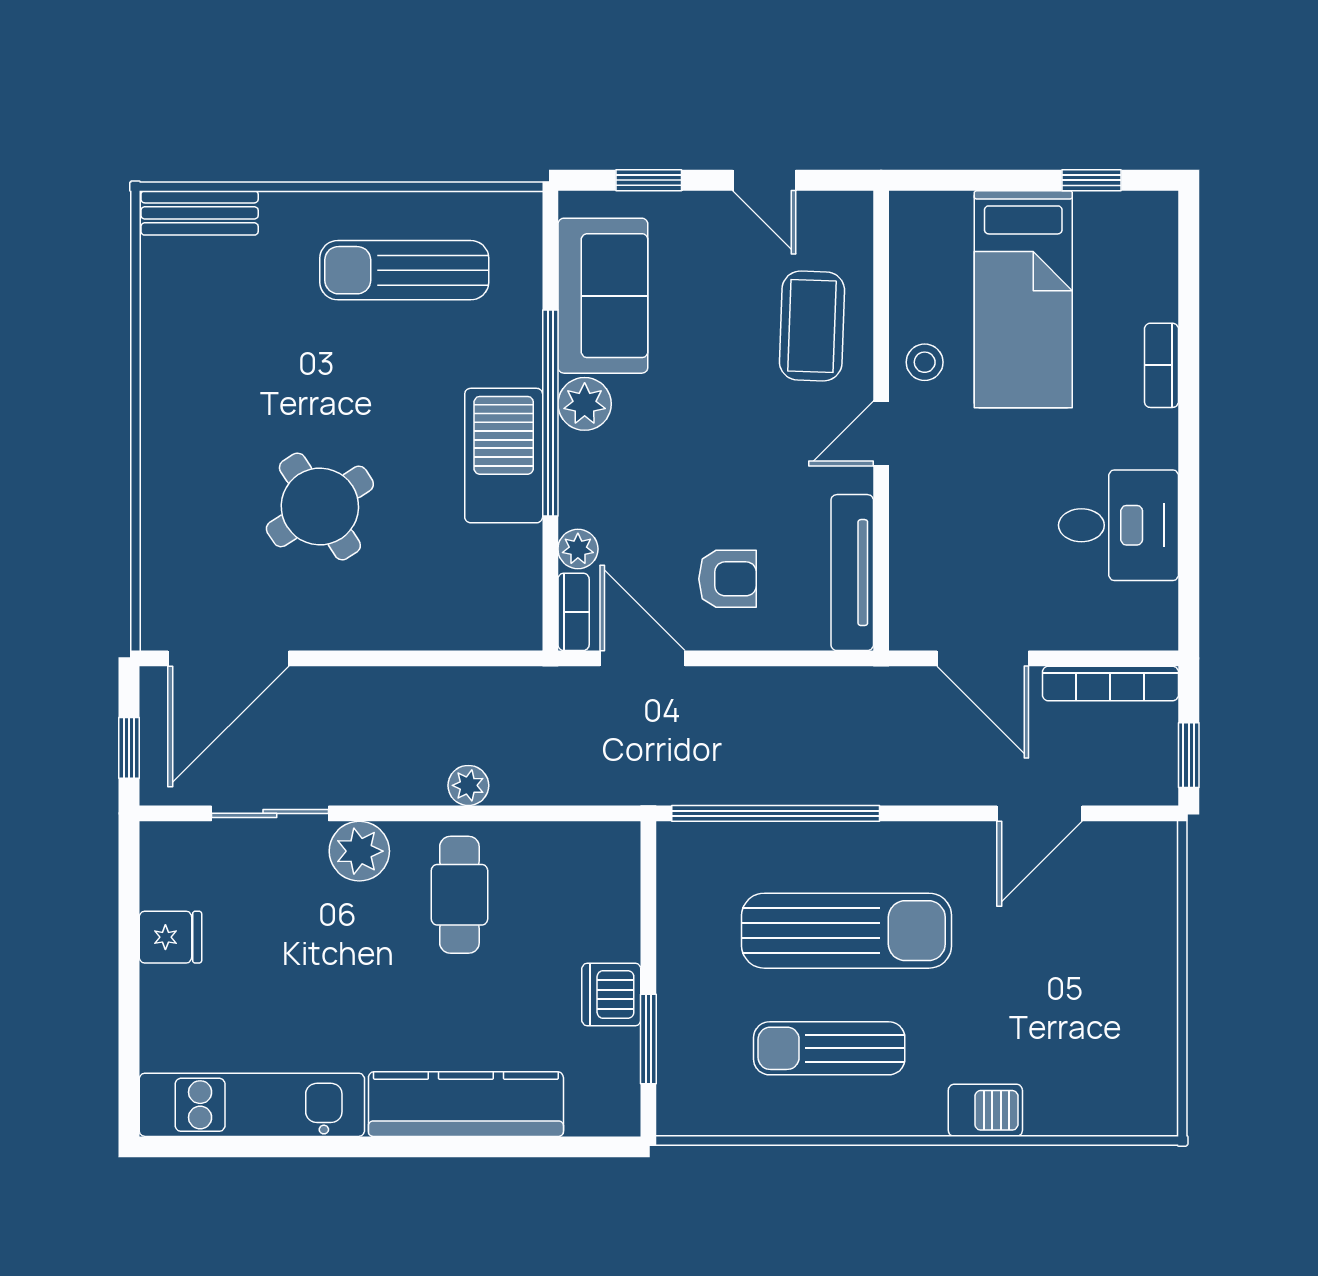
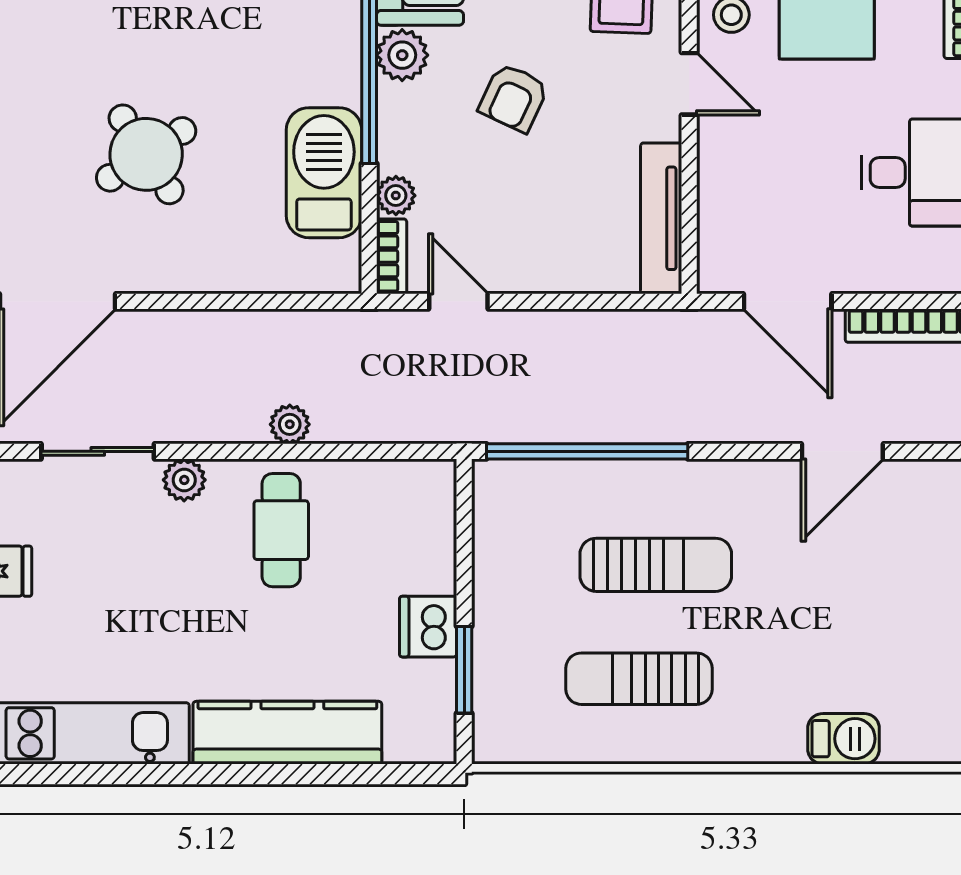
door: (881, 433) -> (689, 84), swing flipped
barbecue: (504, 456) -> (324, 173), moved
armchair: (728, 579) -> (514, 98), moved, turned 115
door: (643, 658) -> (458, 301), width x0.73
plant: (359, 851) -> (184, 480), width x0.73, depth x0.73
sun lounger: (847, 931) -> (656, 565), width x0.73, depth x0.75
barbecue: (985, 1110) -> (844, 739), moved

